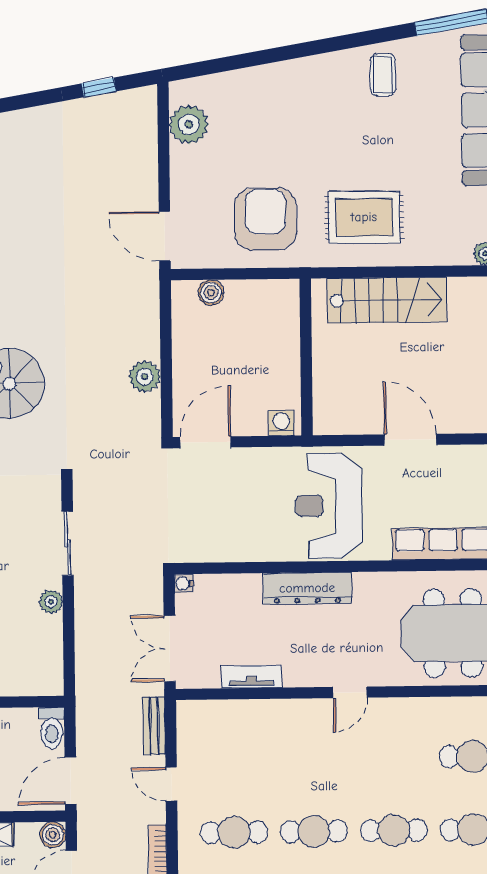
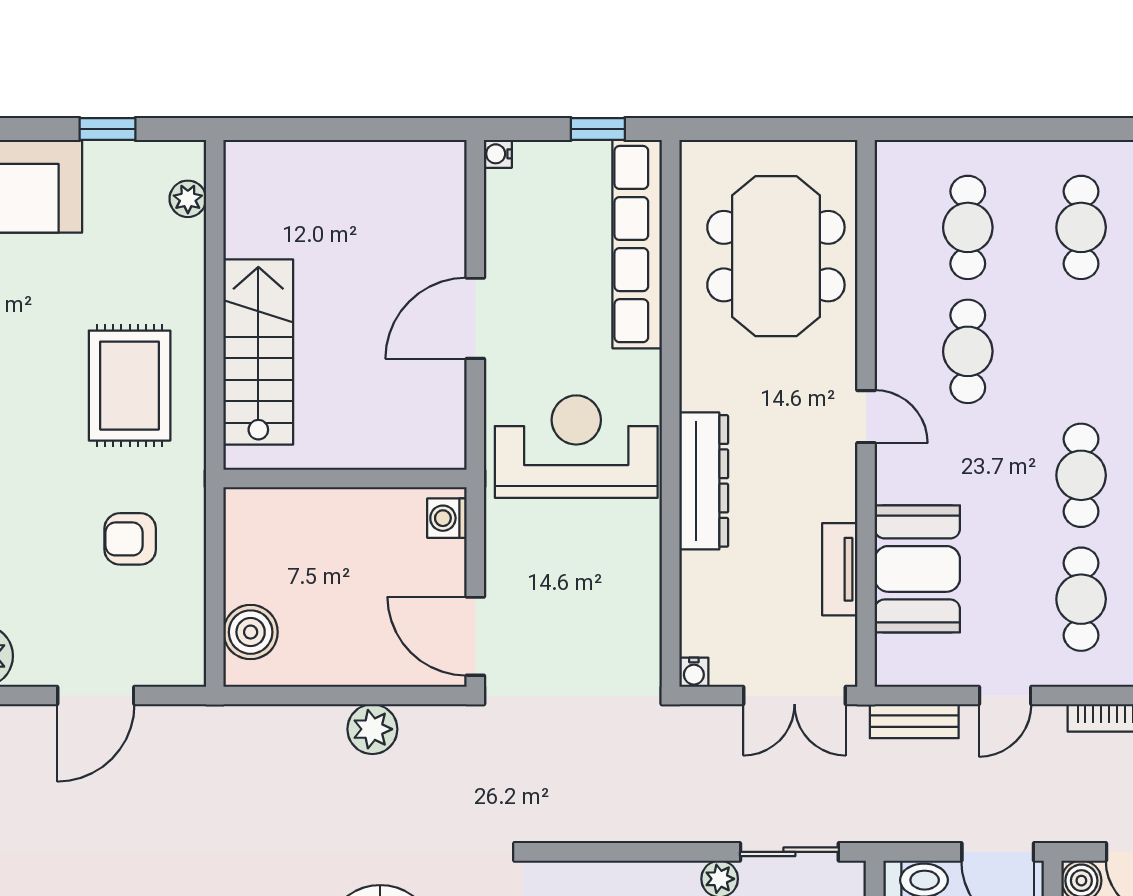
armchair: (265, 219) -> (130, 539), width x0.53, depth x0.53
door: (165, 236) -> (96, 696), moved
boiler: (211, 293) -> (251, 632), width x1.36, depth x1.36
reception desk: (328, 506) -> (576, 447), turned 180
sliding door: (68, 543) -> (789, 852), moved
booth: (252, 727) -> (917, 569), added
cafe table: (394, 830) -> (968, 351), moved

